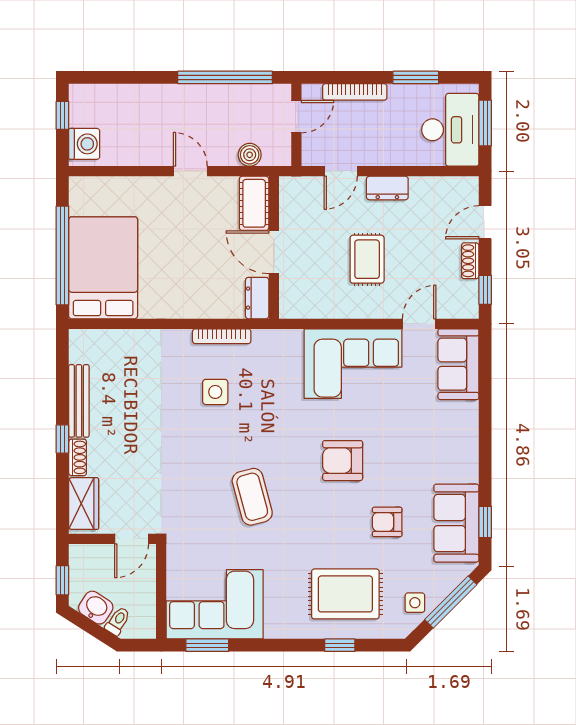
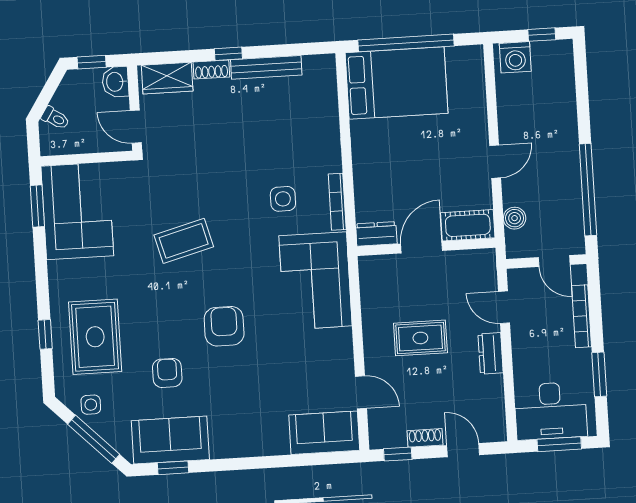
corner sofa: (353, 364) -> (315, 281), moved
washbasin: (96, 608) -> (115, 82), moved, turned 147

